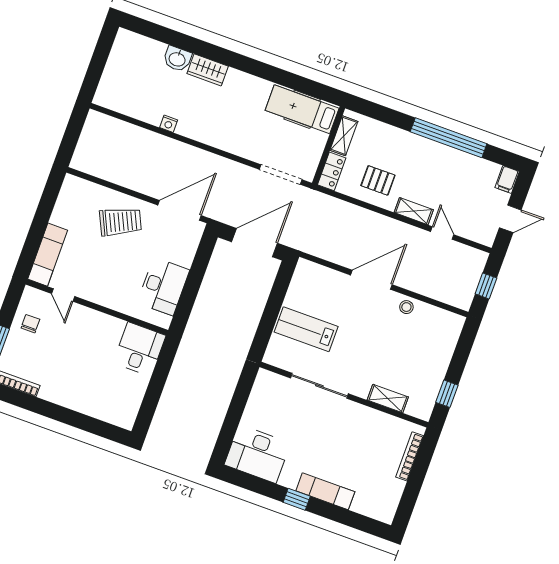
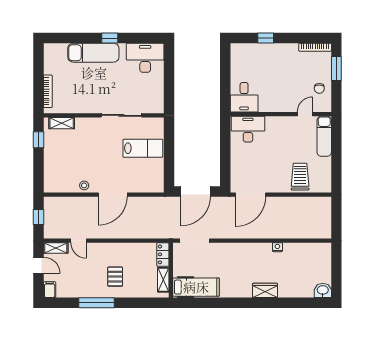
washbasin: (177, 59) -> (323, 290), moved
window: (449, 138) -> (96, 303), width x0.68
pallet: (378, 180) -> (115, 277), moved, turned 90
shelving: (414, 211) -> (56, 248), moved
door: (510, 219) -> (39, 265), swing flipped
trolley: (120, 222) -> (300, 177), moved, turned 115
desk: (163, 286) -> (248, 129), moved, turned 90
door: (63, 295) -> (305, 114), hinge flipped
shelving: (388, 398) -> (62, 123), moved
window: (80, 421) -> (266, 38), added
exam couch: (325, 491) -> (93, 53), width x1.36, depth x1.45

